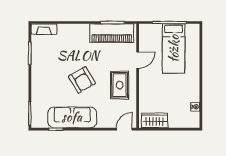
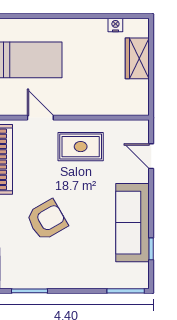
armchair: (82, 80) -> (47, 220), moved
wardrobe: (155, 120) -> (137, 58), moved
door: (124, 129) -> (151, 156), moved

